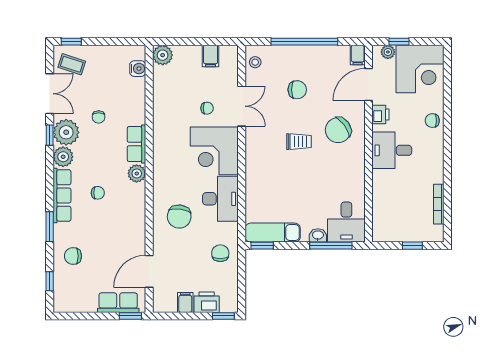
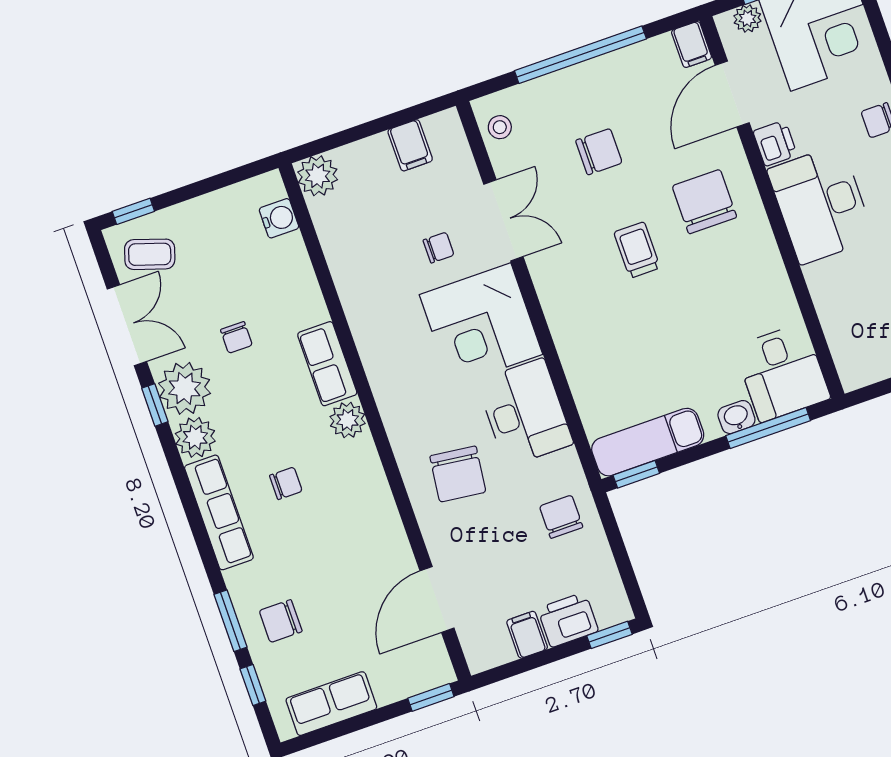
chair: (338, 130) -> (704, 202), turned 126
trolley: (299, 142) -> (637, 250), turned -90
desk: (392, 150) -> (821, 204), width x1.37
window: (50, 227) -> (230, 621), moved
row of seats: (118, 303) -> (331, 704), moved

